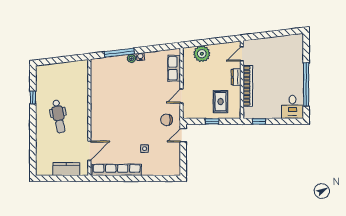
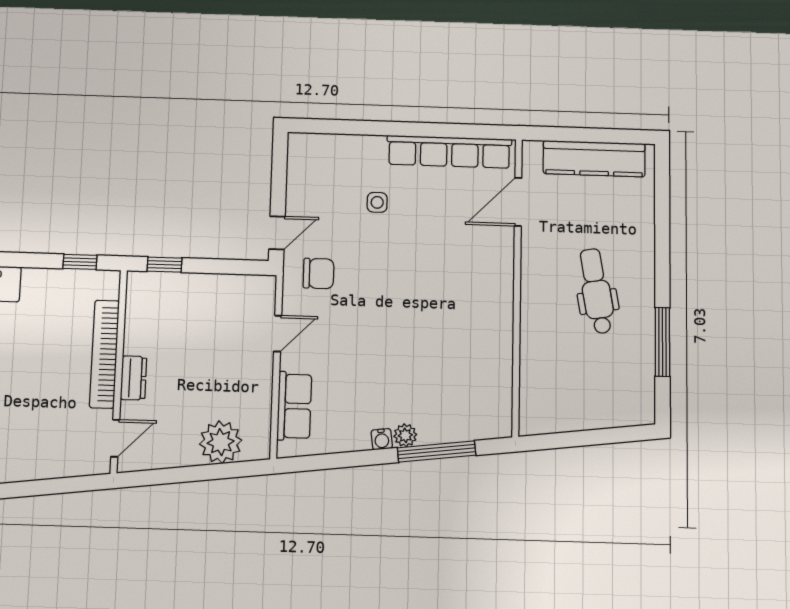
window: (33, 97) -> (662, 342), width x2.17
rug: (221, 102) -> (177, 316), removed
window: (212, 121) -> (164, 265), moved
kitchen counter: (66, 169) -> (594, 159), width x1.50

